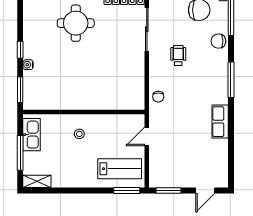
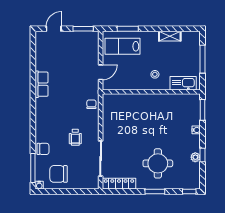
plant: (29, 31) -> (195, 157), added
window: (20, 50) -> (202, 155), moved
window: (231, 80) -> (33, 118), removed
kitchen sink: (32, 135) -> (183, 83), moved, turned 90
shelving: (37, 181) -> (170, 36), moved
window: (127, 191) -> (128, 29), moved

